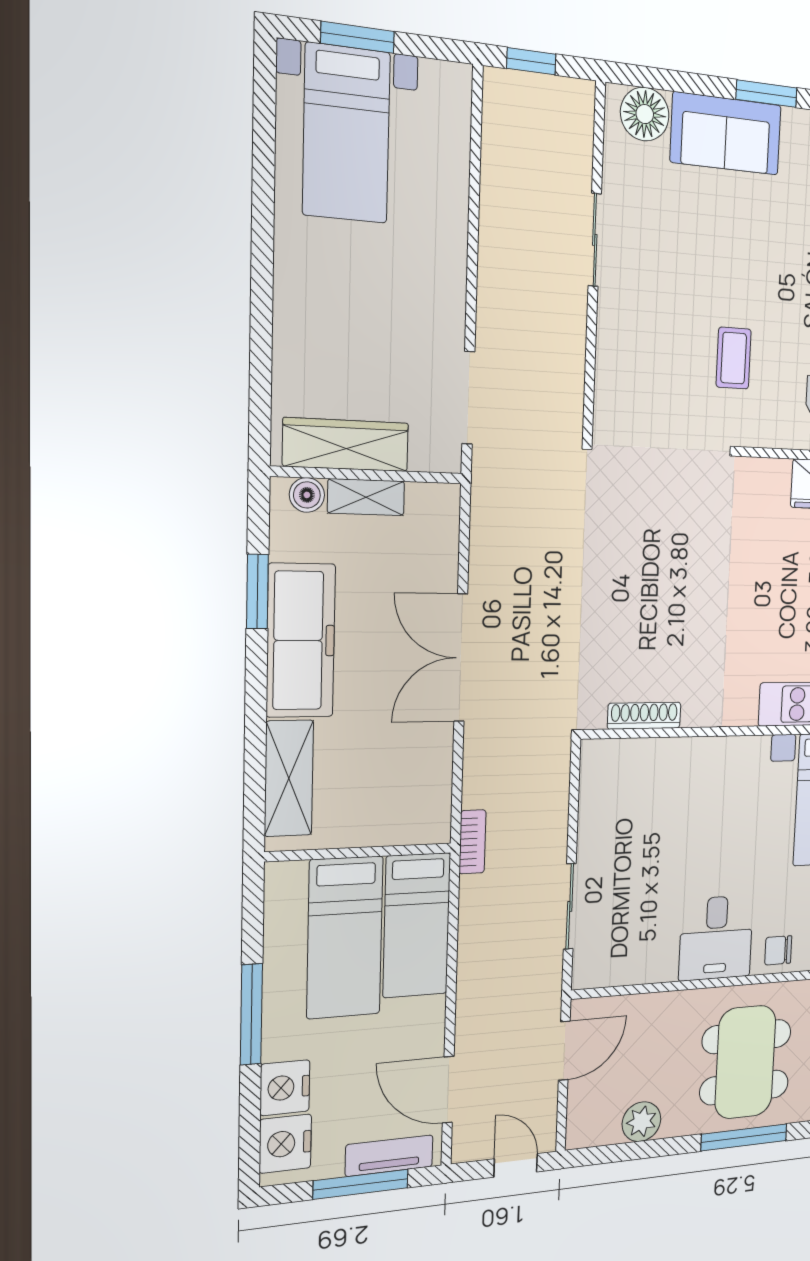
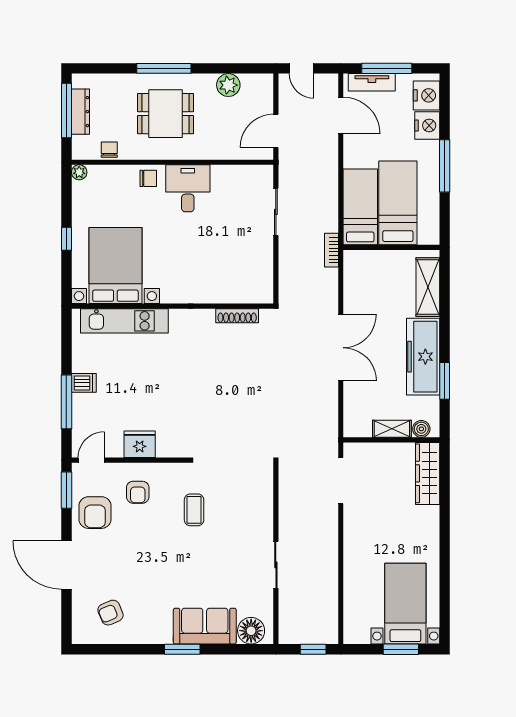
wardrobe: (346, 445) -> (428, 473), moved, turned 90
dining table: (745, 1062) -> (166, 114), width x0.73

